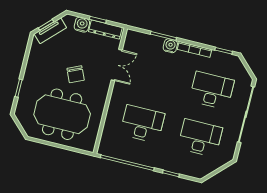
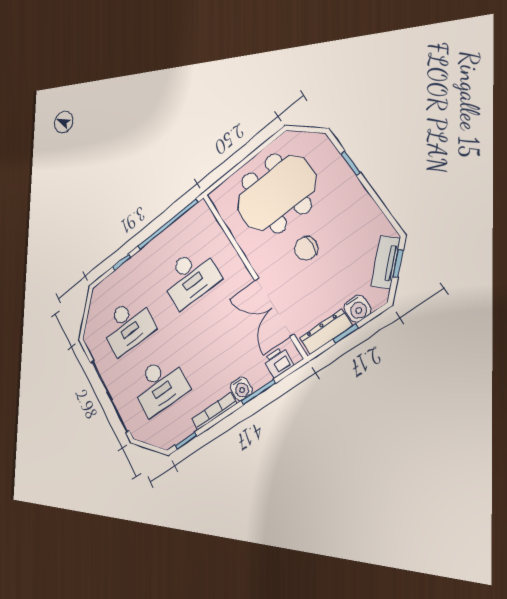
printer: (140, 39) -> (278, 362), added
double door: (117, 65) -> (274, 307), width x1.37
chair: (76, 74) -> (306, 248), turned -66

